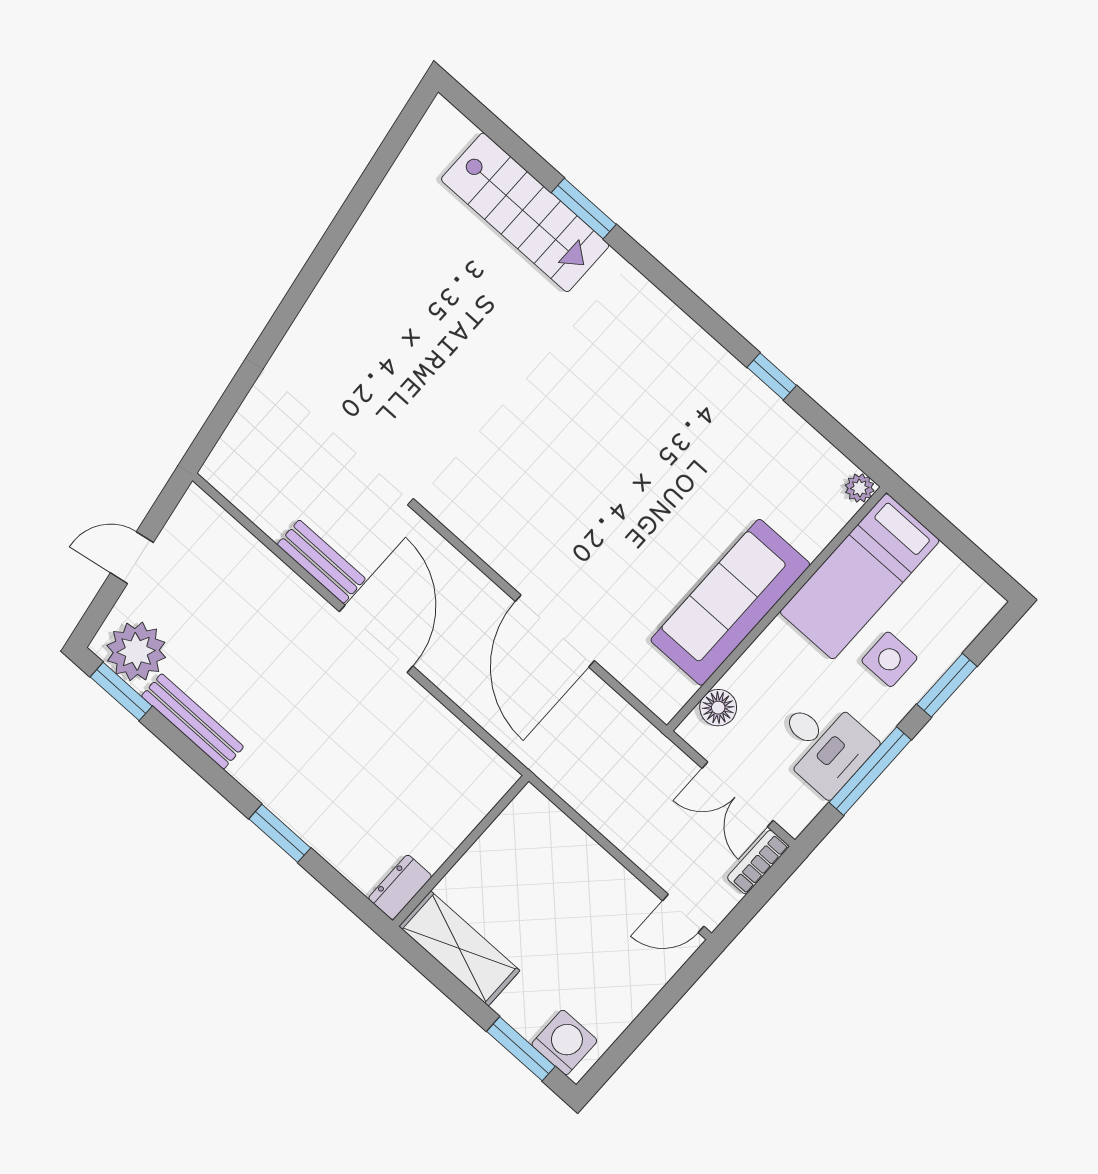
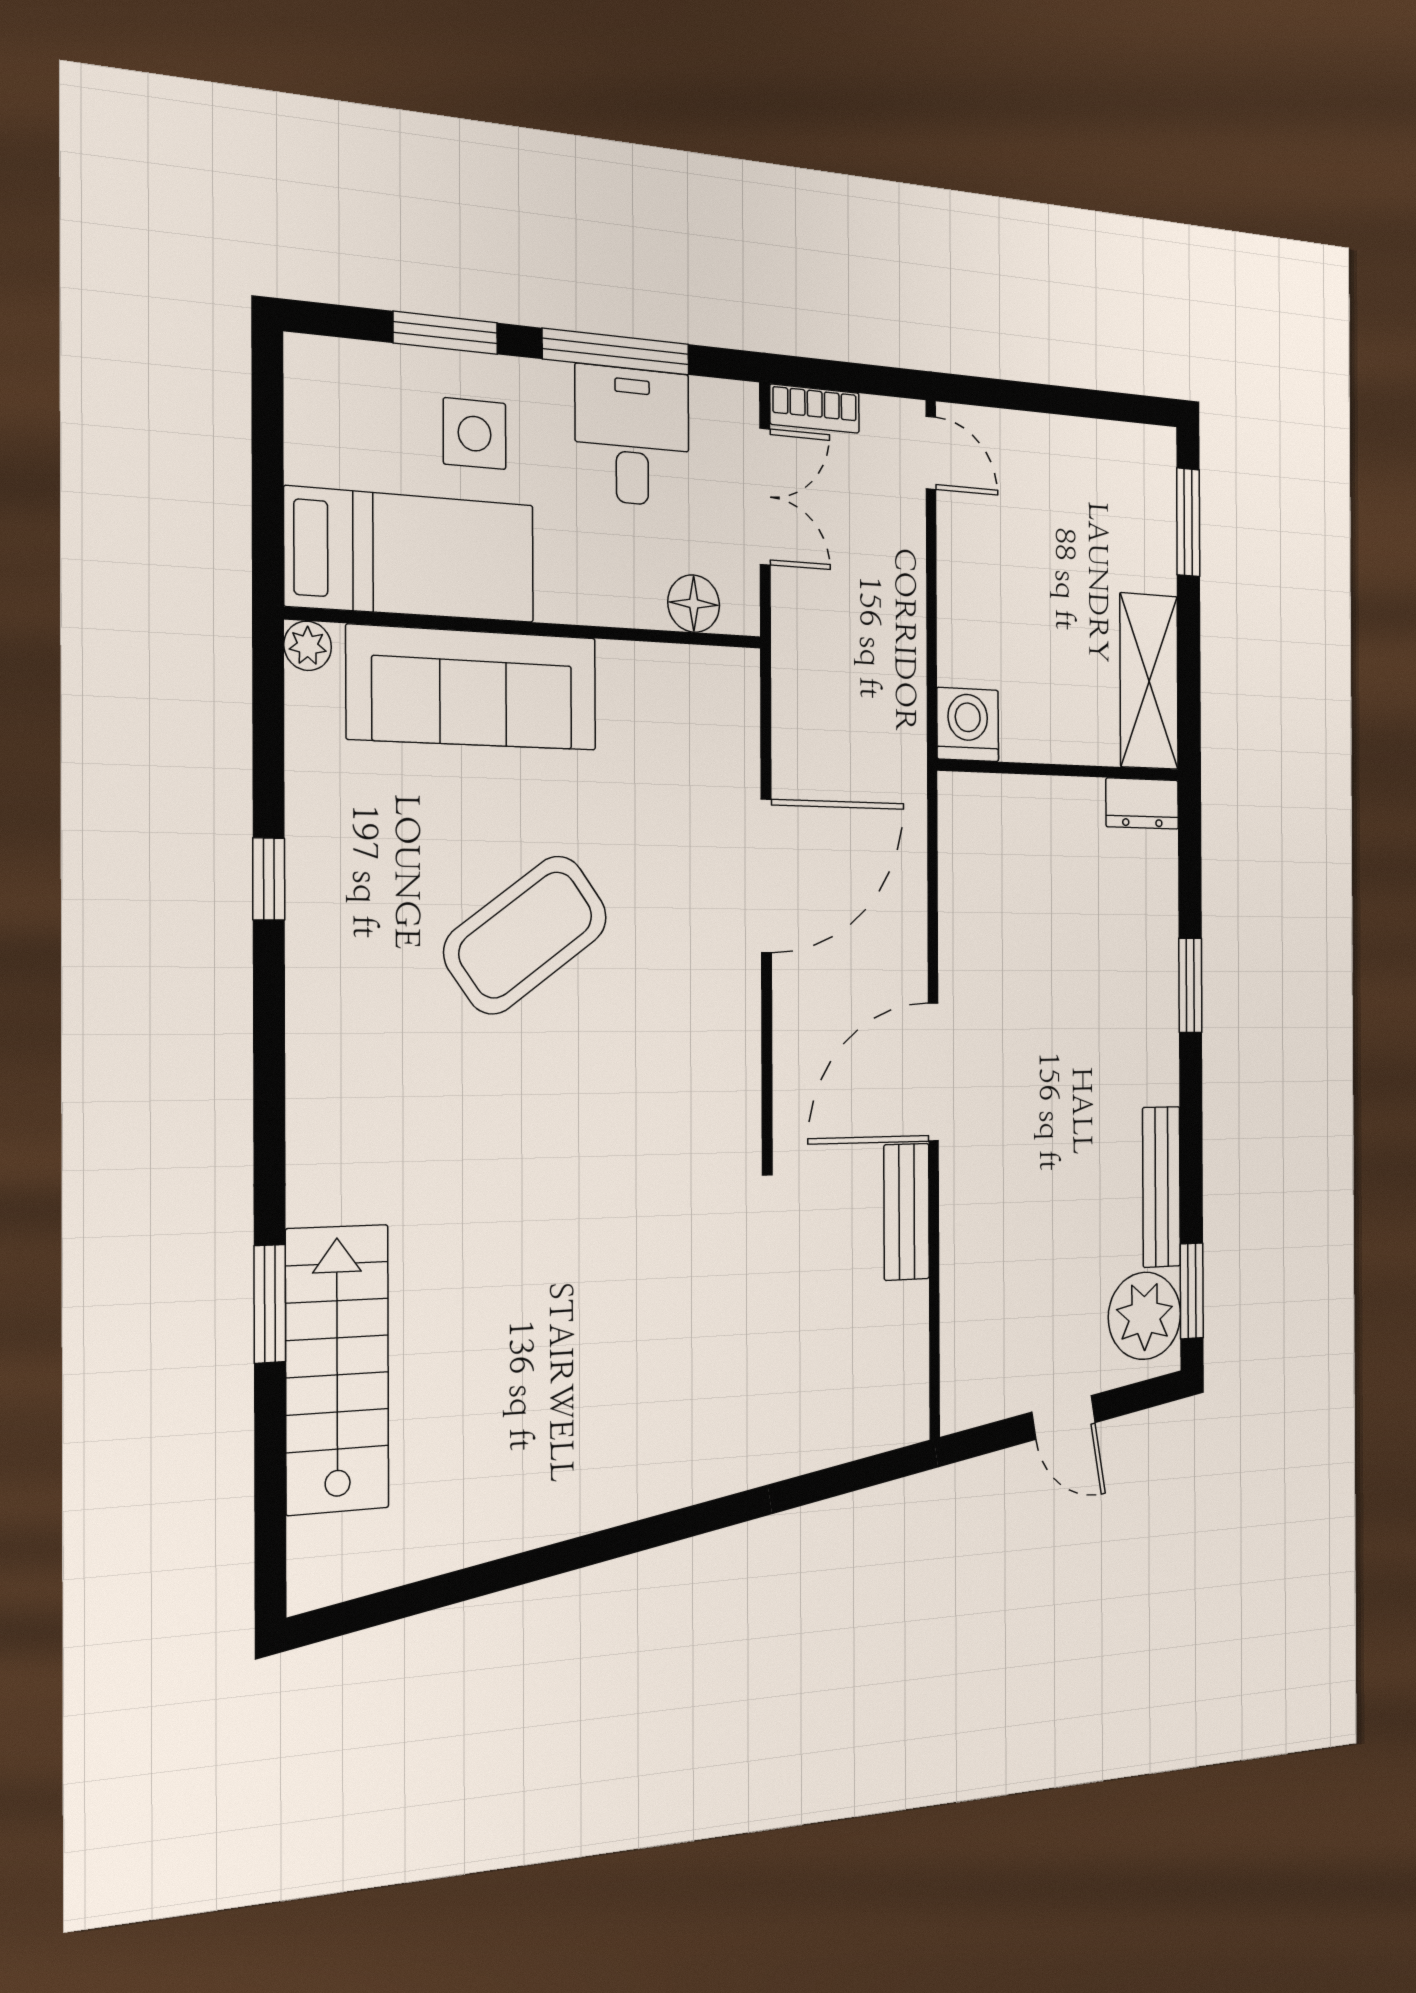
coffee table: (638, 479) -> (526, 935), added
sofa: (730, 602) -> (473, 688), moved
washing machine: (564, 1042) -> (968, 724), moved, turned 90

